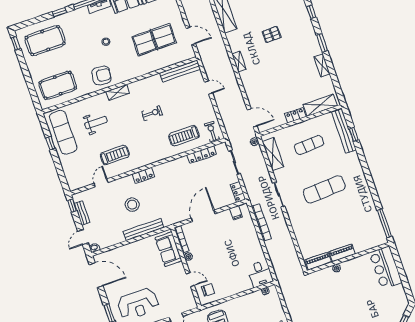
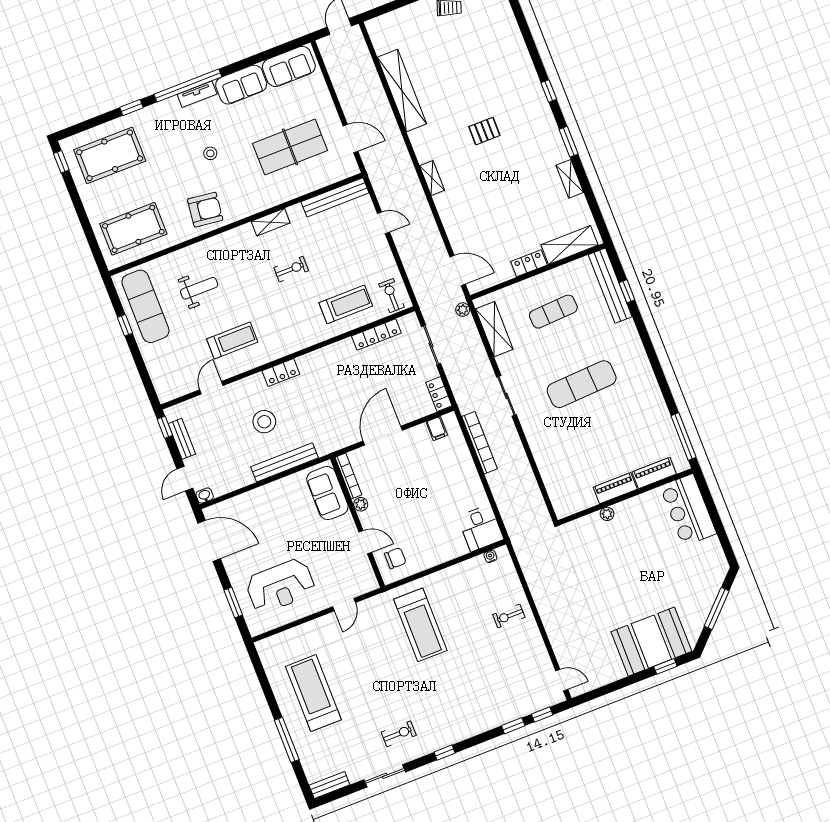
shelving: (118, 92) -> (271, 222), moved
treadmill: (184, 136) -> (346, 304), turned 180
piano: (318, 261) -> (654, 473), moved

